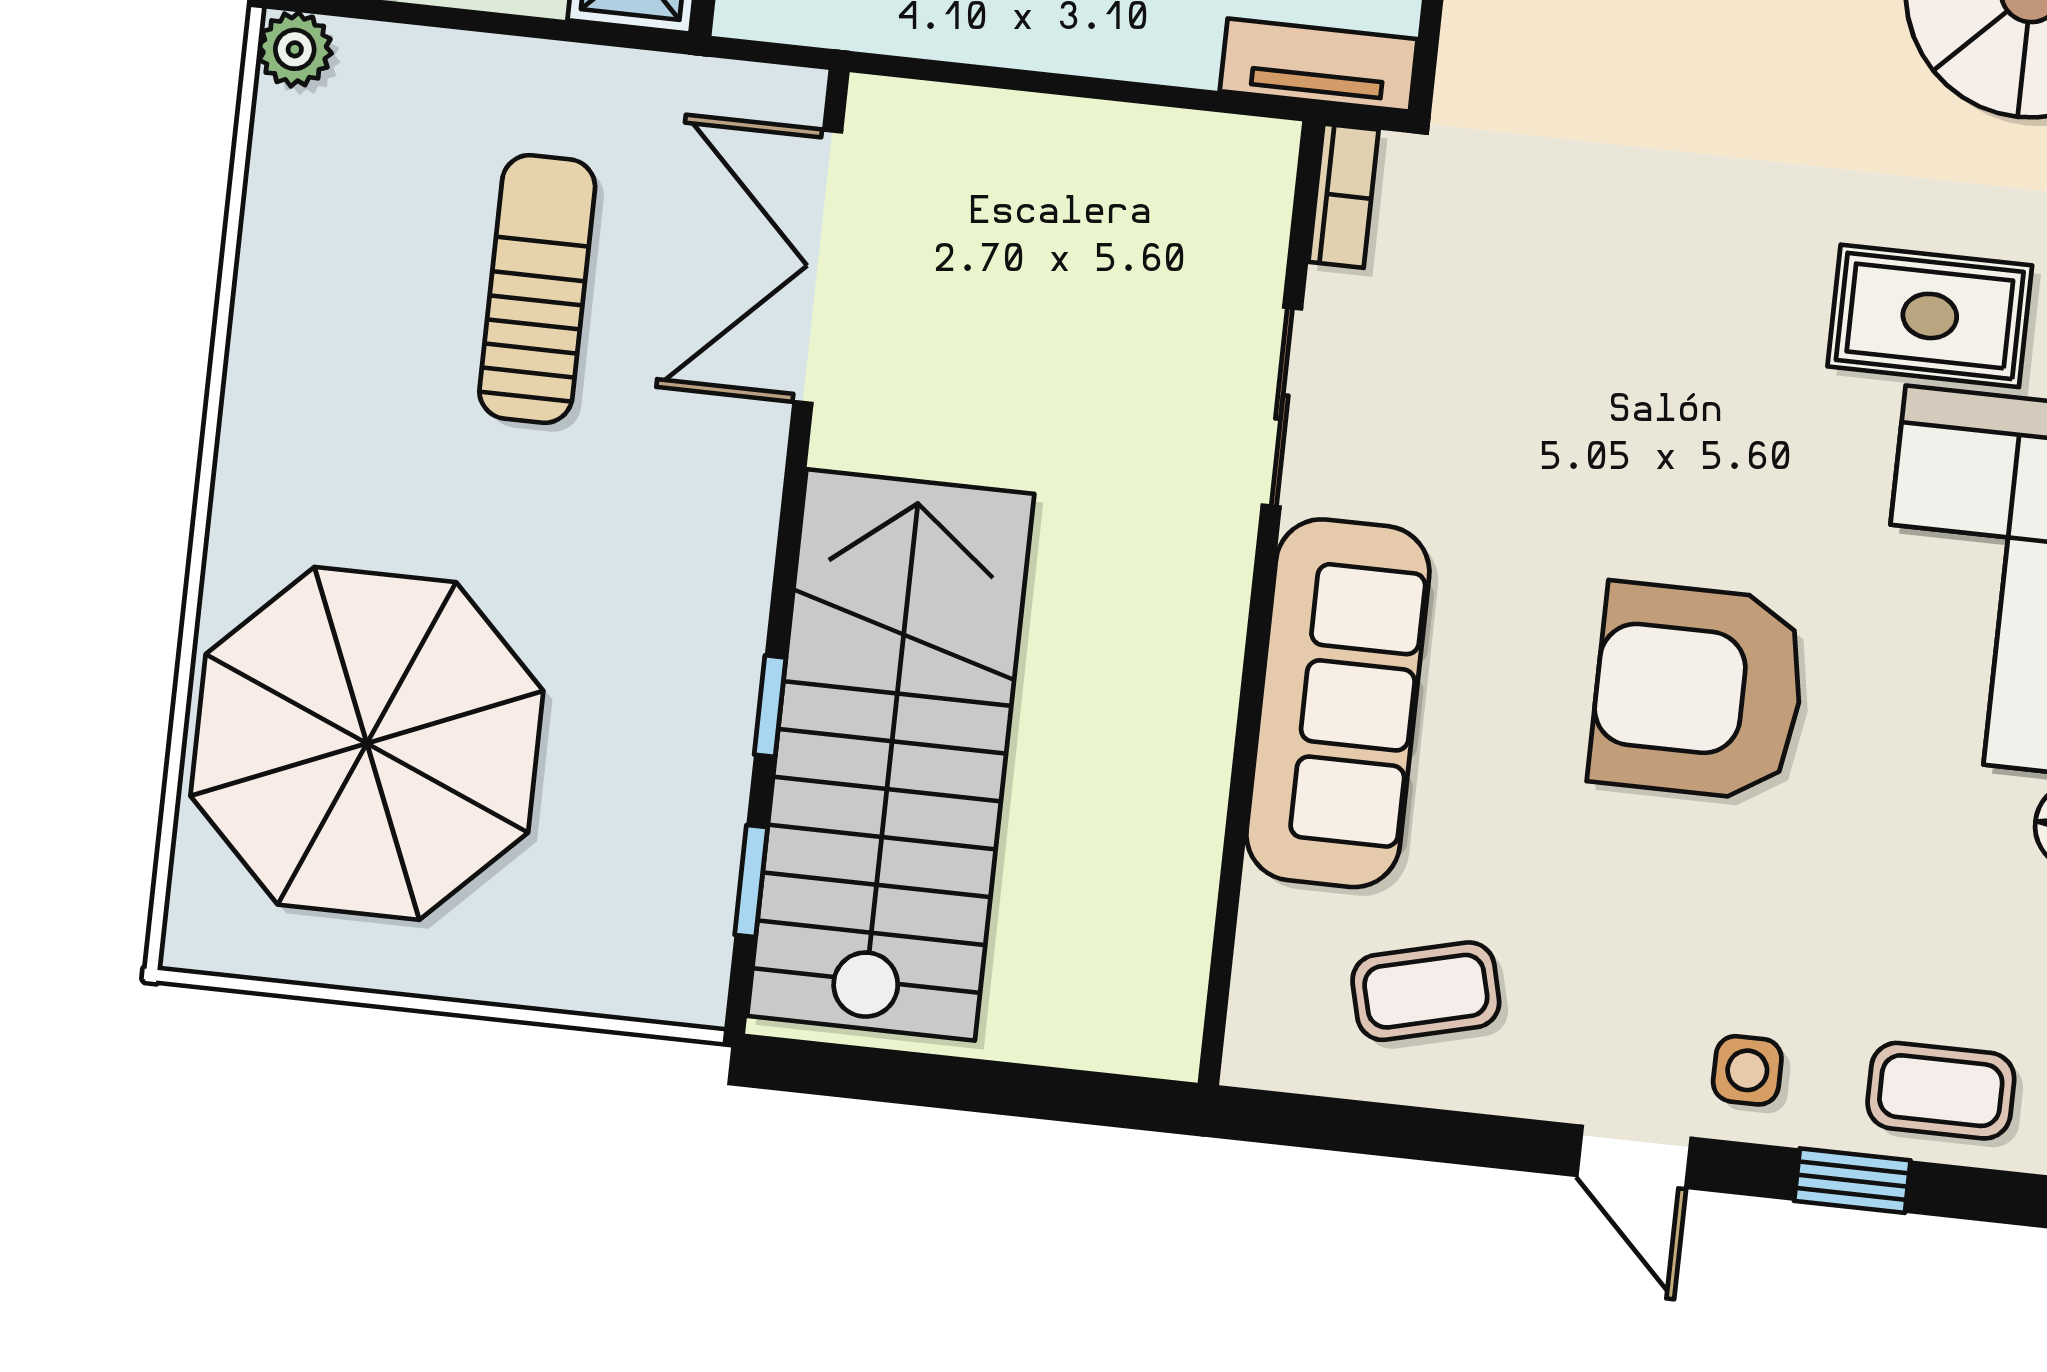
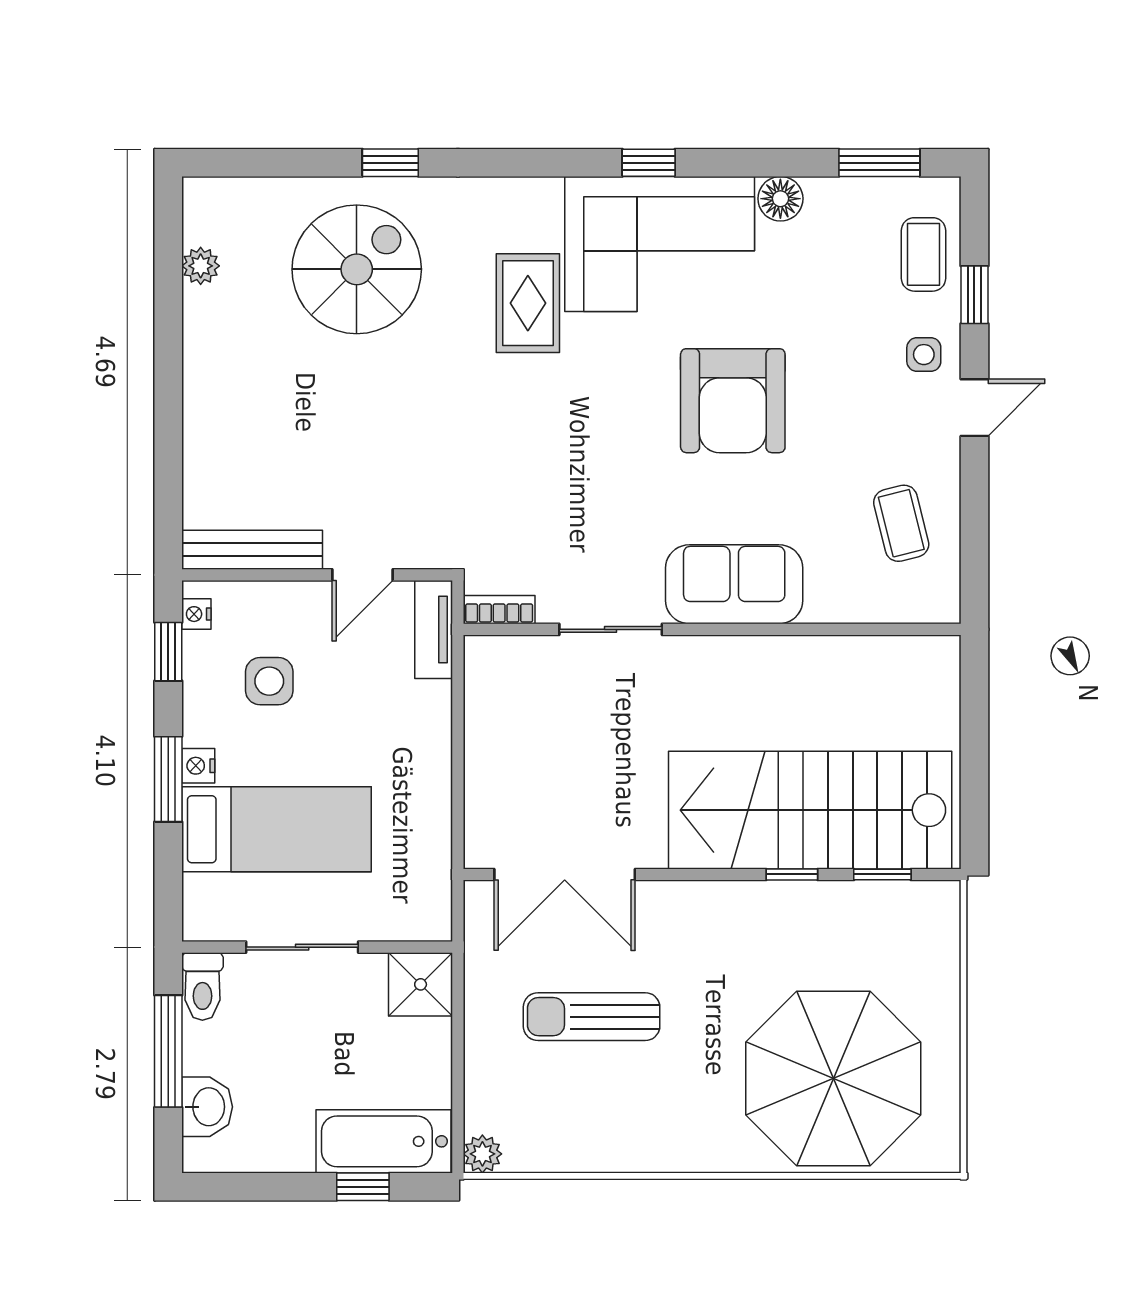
sofa: (1338, 703) -> (734, 584), width x0.73

